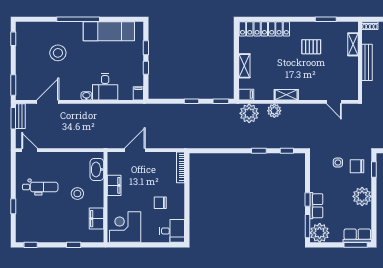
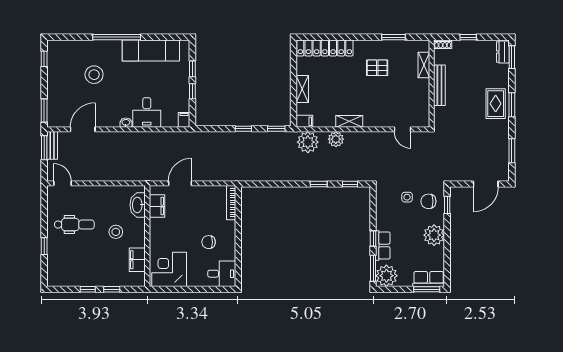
filing cabinet: (114, 185) -> (157, 206), moved
window: (31, 245) -> (88, 289), moved

